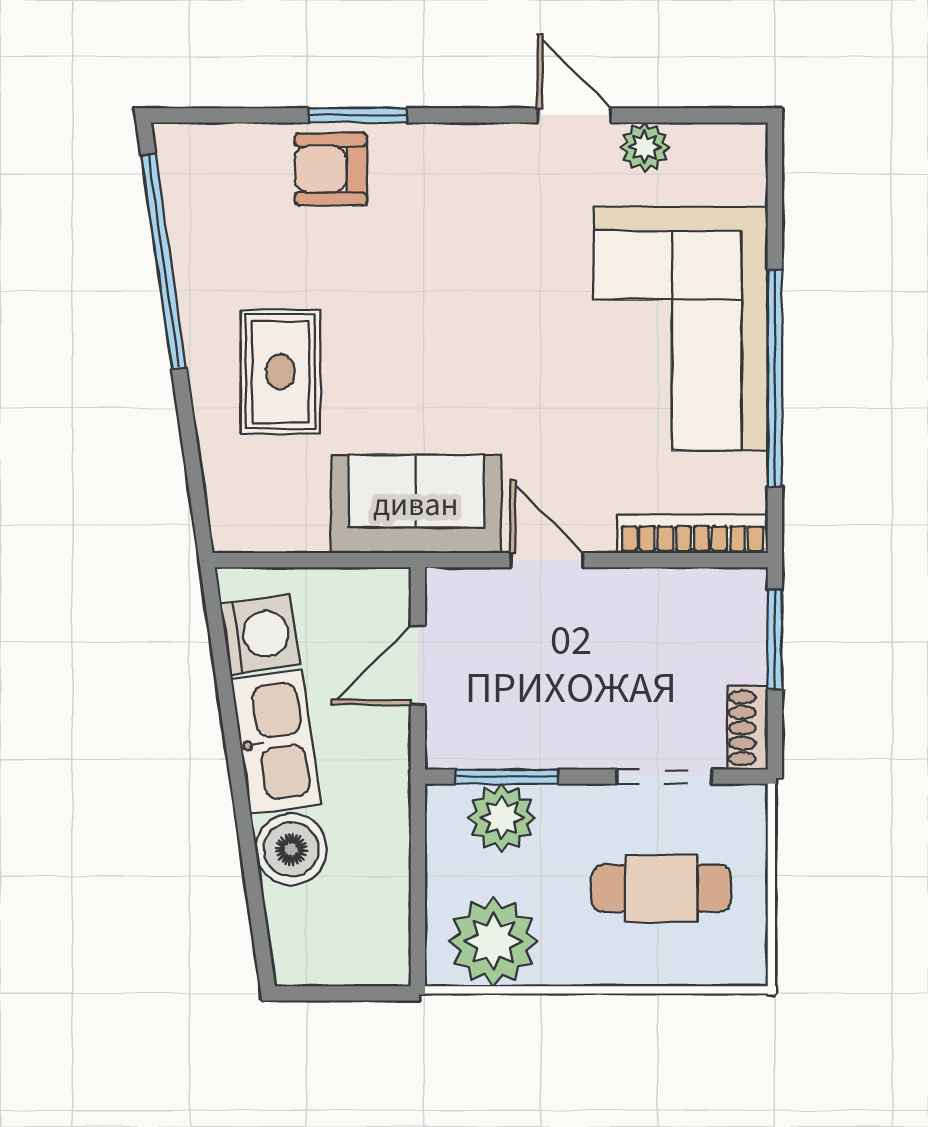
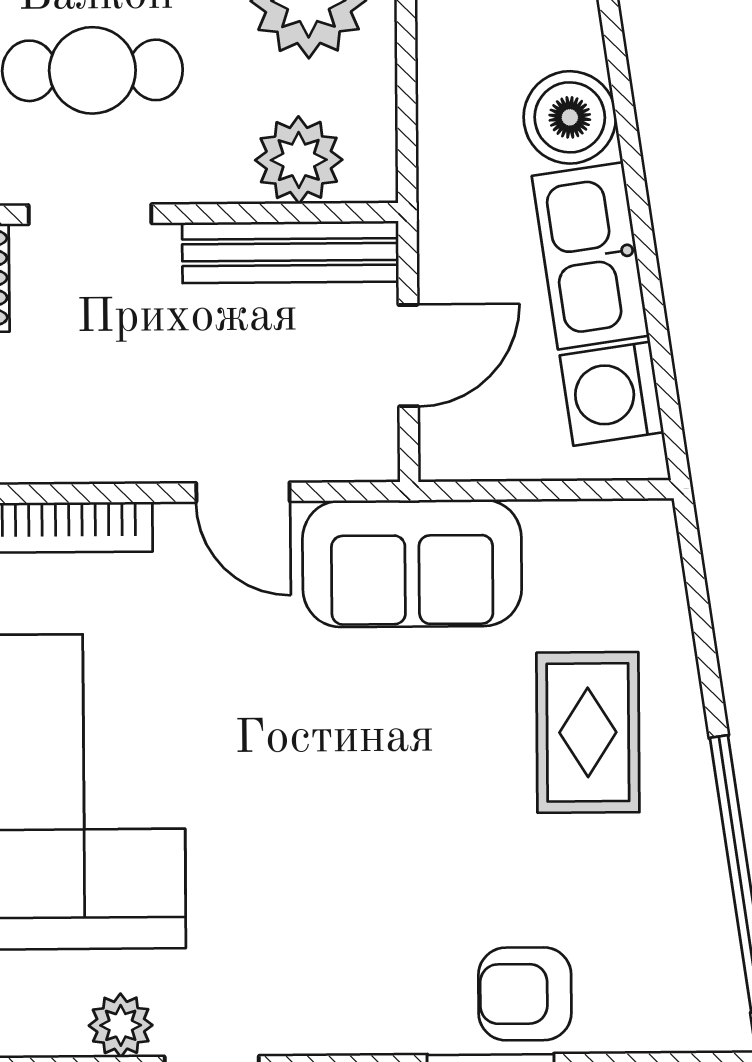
armchair: (331, 169) -> (525, 994), turned 180
bench: (509, 746) -> (290, 252), added
window: (507, 777) -> (293, 213), removed

